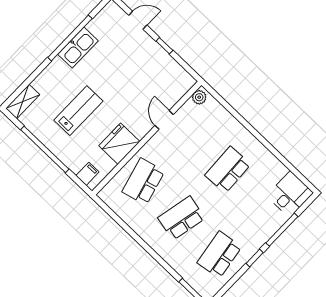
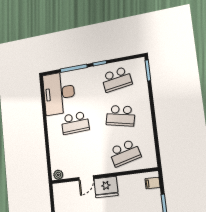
fridge: (119, 144) -> (106, 187), moved
desk: (290, 194) -> (59, 93), width x1.87, depth x1.30

